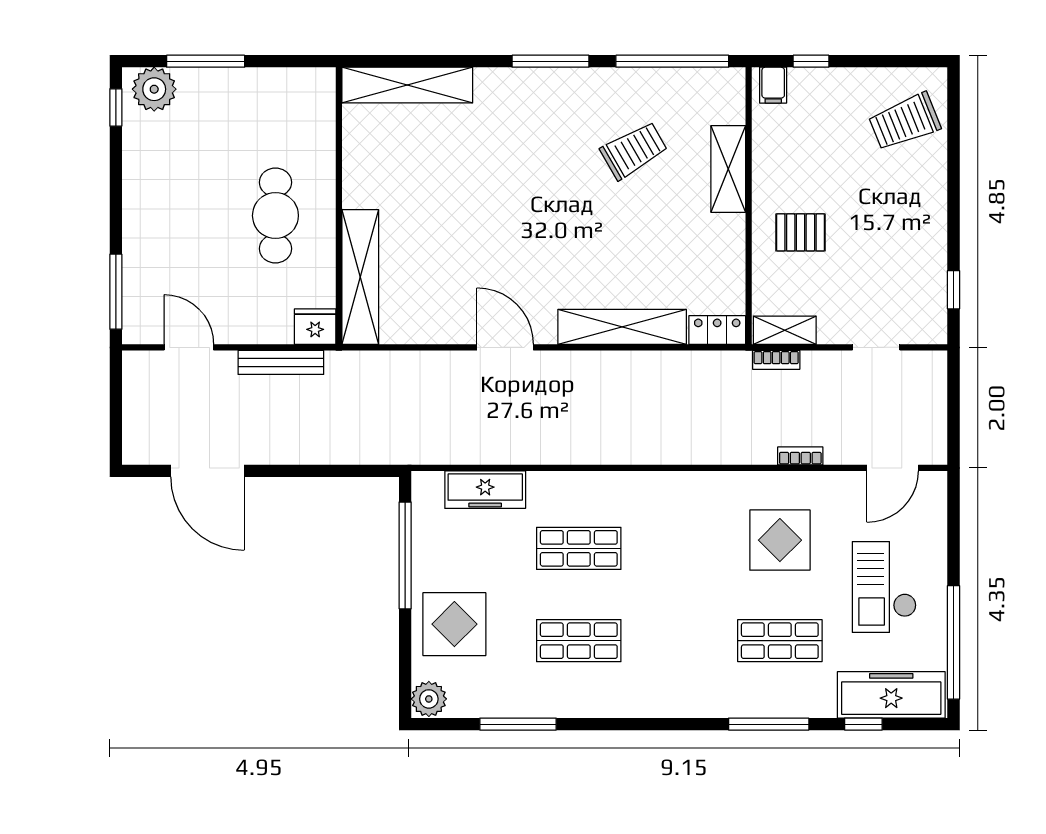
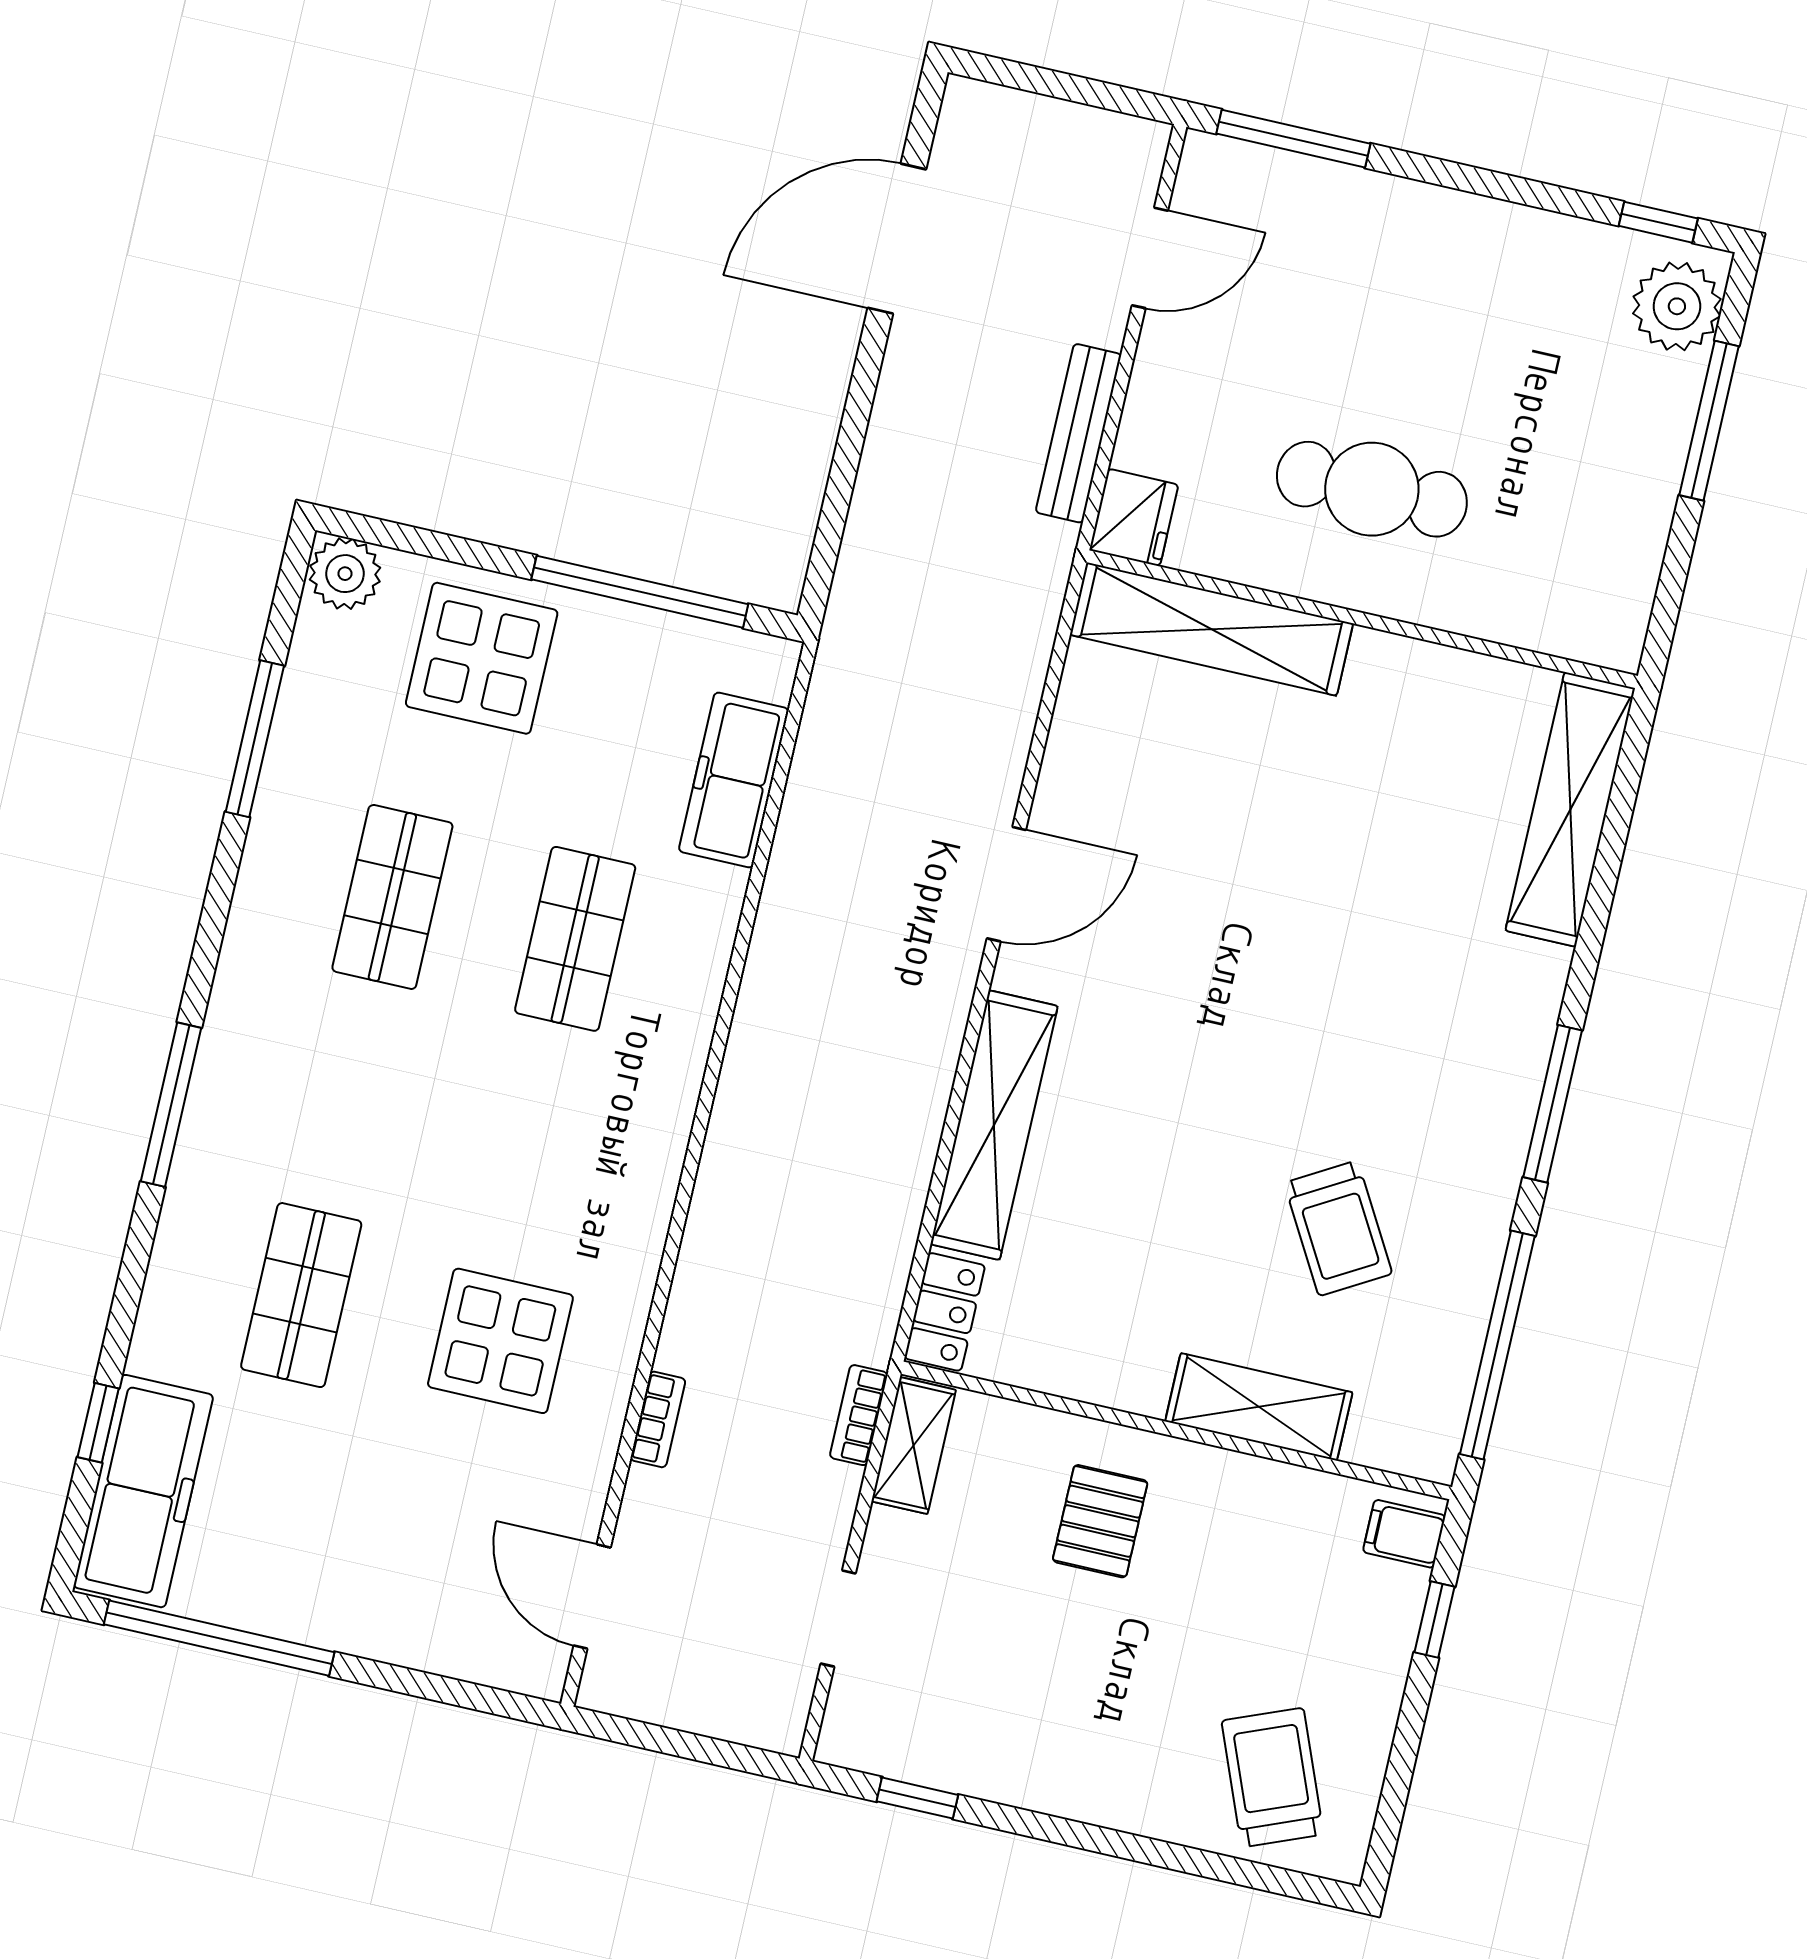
checkout: (884, 587) -> (360, 1526), removed
window: (769, 724) -> (171, 1105), moved

